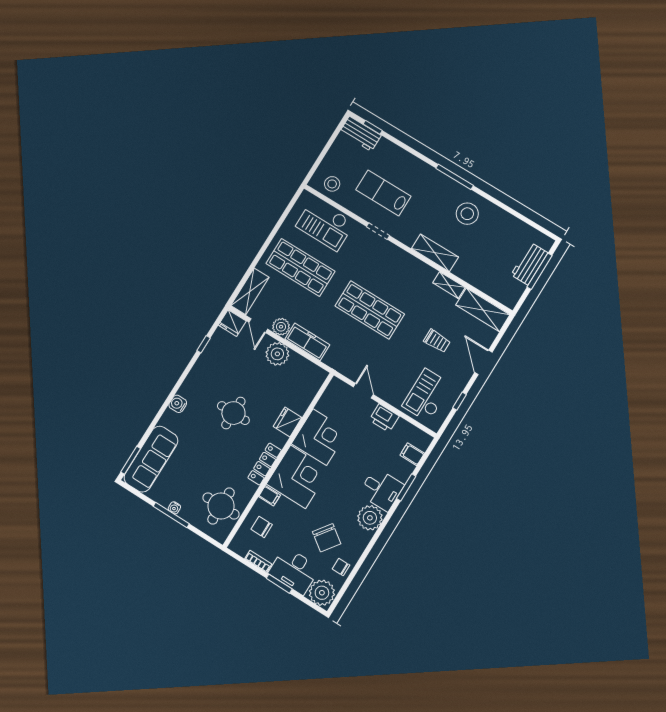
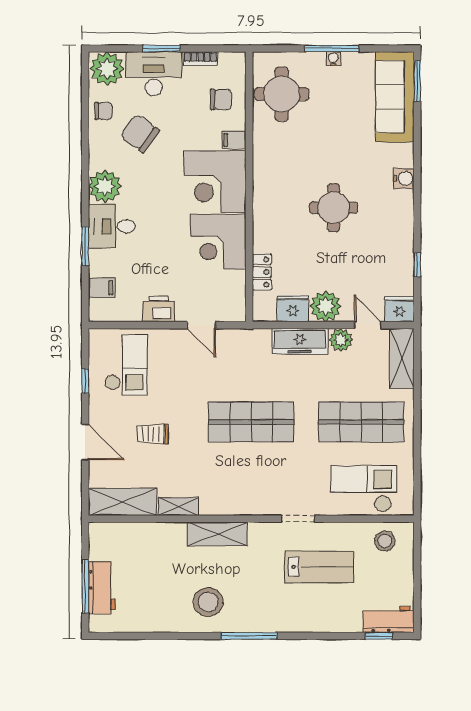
fridge: (288, 422) -> (293, 309), moved, turned -90
locker: (265, 464) -> (262, 272), moved, width x0.66

